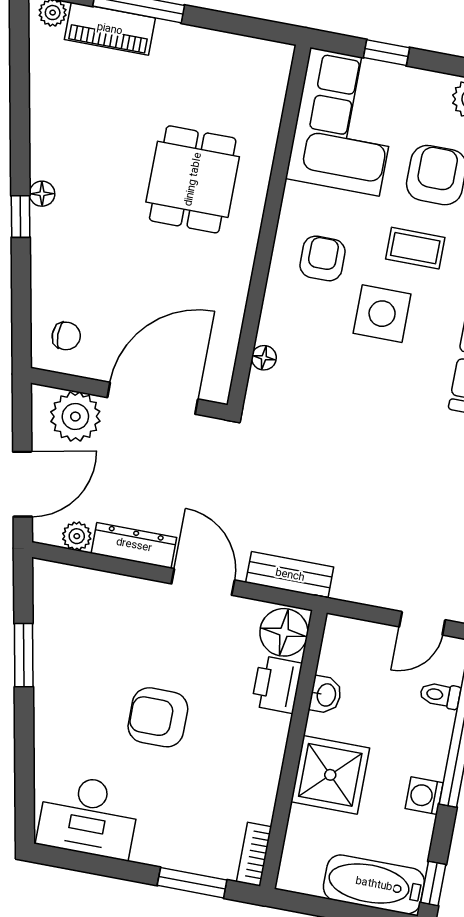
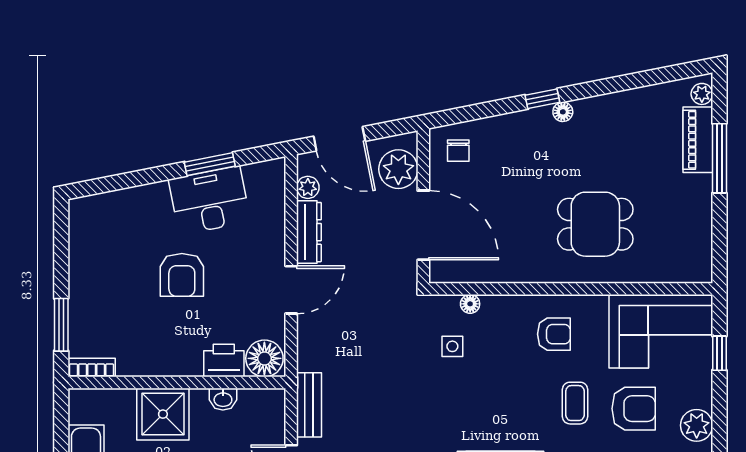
side table: (382, 314) -> (452, 346), moved, width x0.54, depth x0.54
bench: (290, 575) -> (309, 405), moved
armchair: (158, 717) -> (182, 275), turned 180
desk: (88, 816) -> (209, 200), moved, turned 79

